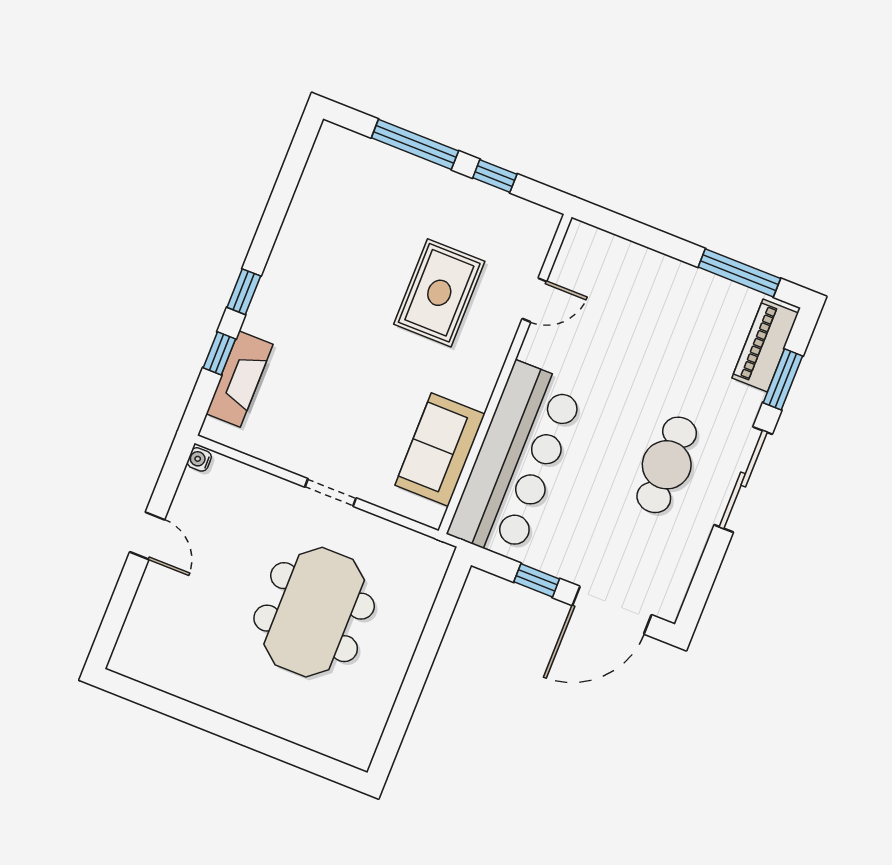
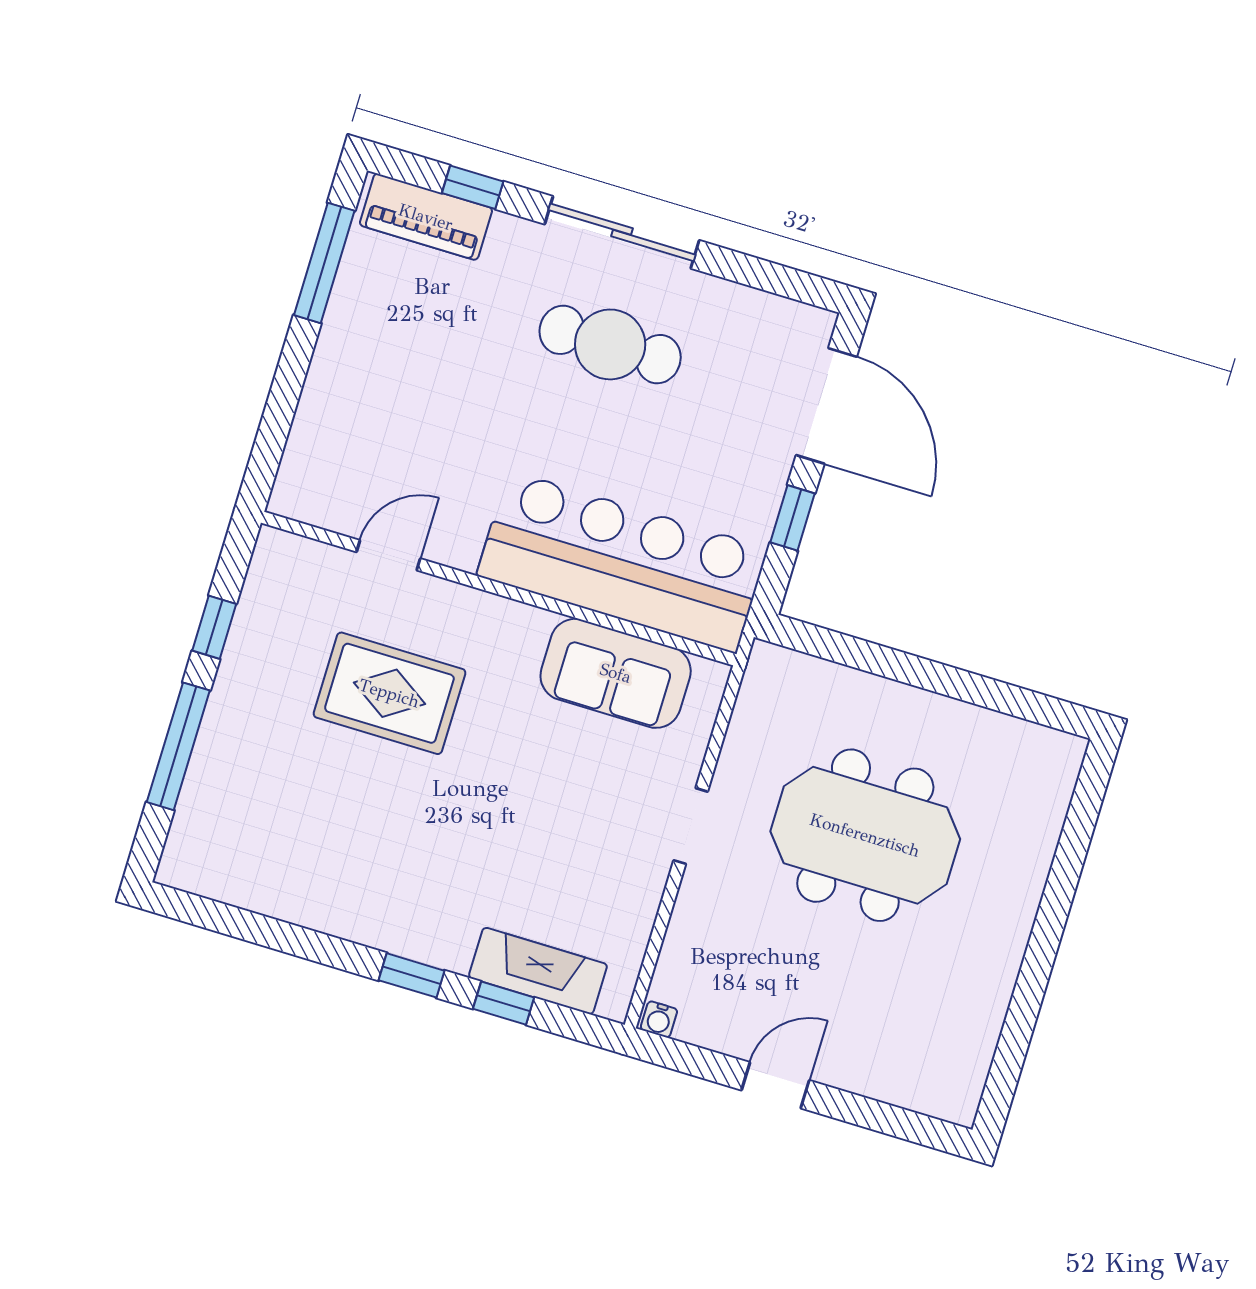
door: (534, 300) -> (388, 555), hinge flipped
window: (783, 379) -> (473, 187), width x0.67

